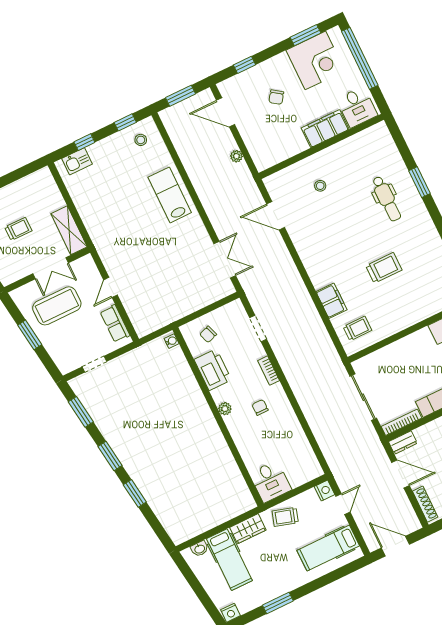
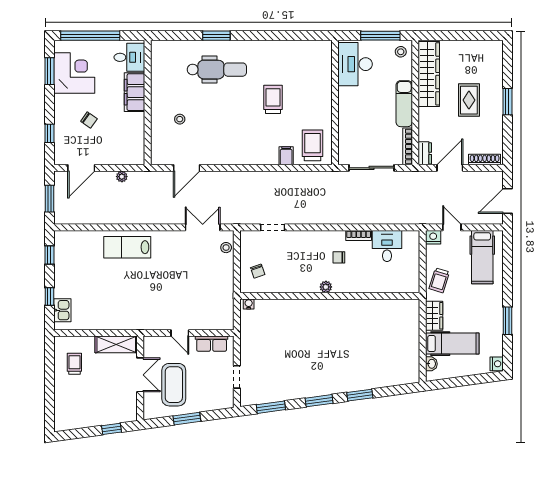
stool: (141, 140) -> (226, 248), moved
dental chair: (386, 199) -> (217, 70), width x1.36, depth x1.38
trolley: (18, 229) -> (74, 364), moved
filing cabinet: (331, 301) -> (286, 156), width x0.50
trolley: (357, 329) -> (313, 145), width x1.36, depth x1.39
printer: (213, 370) -> (289, 281), removed
bookcase: (269, 371) -> (359, 235), moved
desk: (270, 481) -> (387, 246), moved, turned -90

